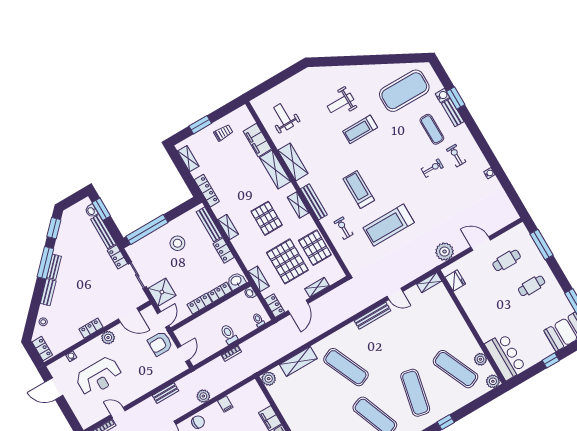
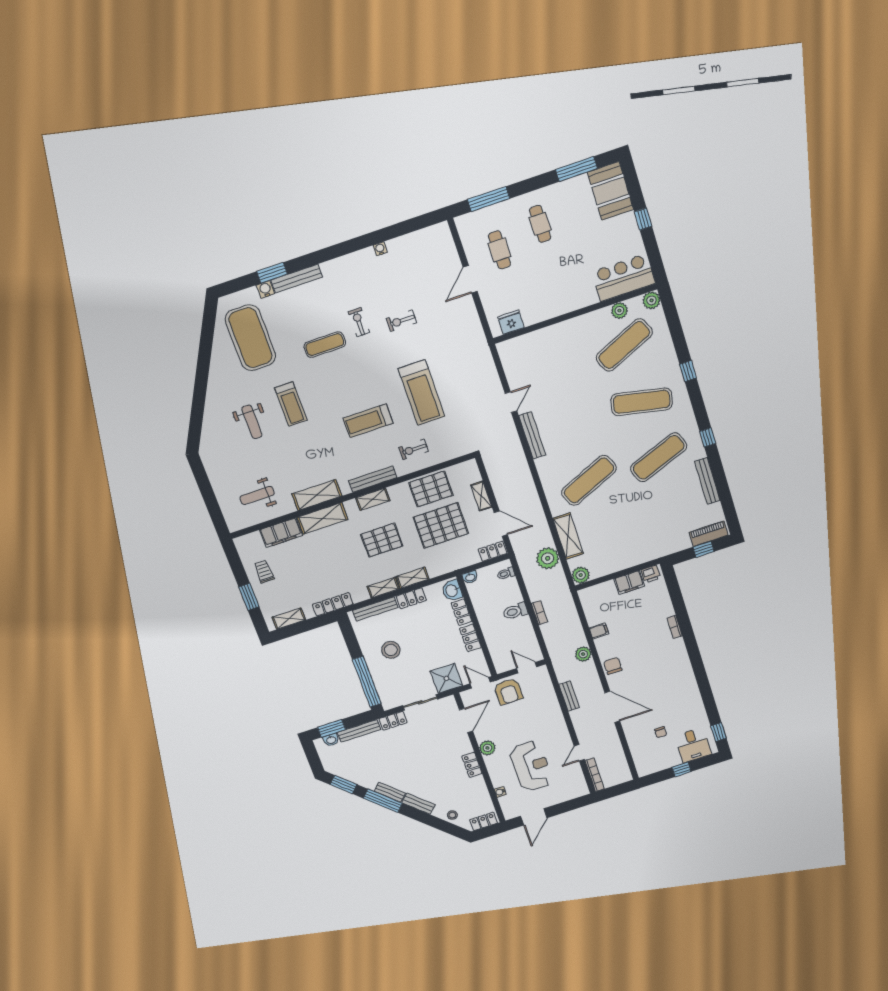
bench: (453, 113) -> (297, 279), width x1.36
exercise mat: (432, 129) -> (325, 345), moved
exercise bike: (456, 156) -> (401, 321), moved
plant: (445, 252) -> (548, 558), moved
shelving: (259, 279) -> (413, 578), moved
shelving: (429, 282) -> (506, 356), removed

